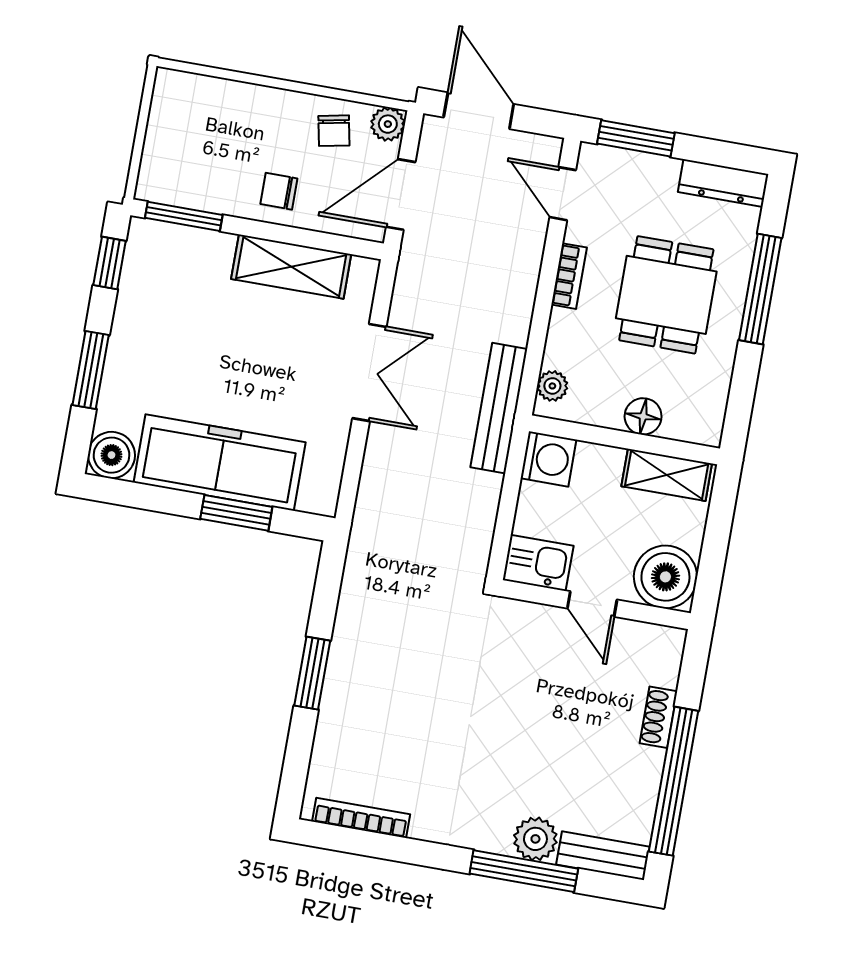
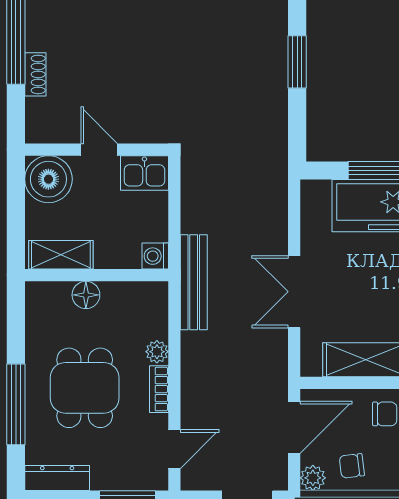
chair: (334, 131) -> (352, 466), turned -86
door: (563, 194) -> (174, 449), hinge flipped
plant: (552, 386) -> (157, 352), moved
washing machine: (548, 459) -> (155, 256), width x0.73, depth x0.73

